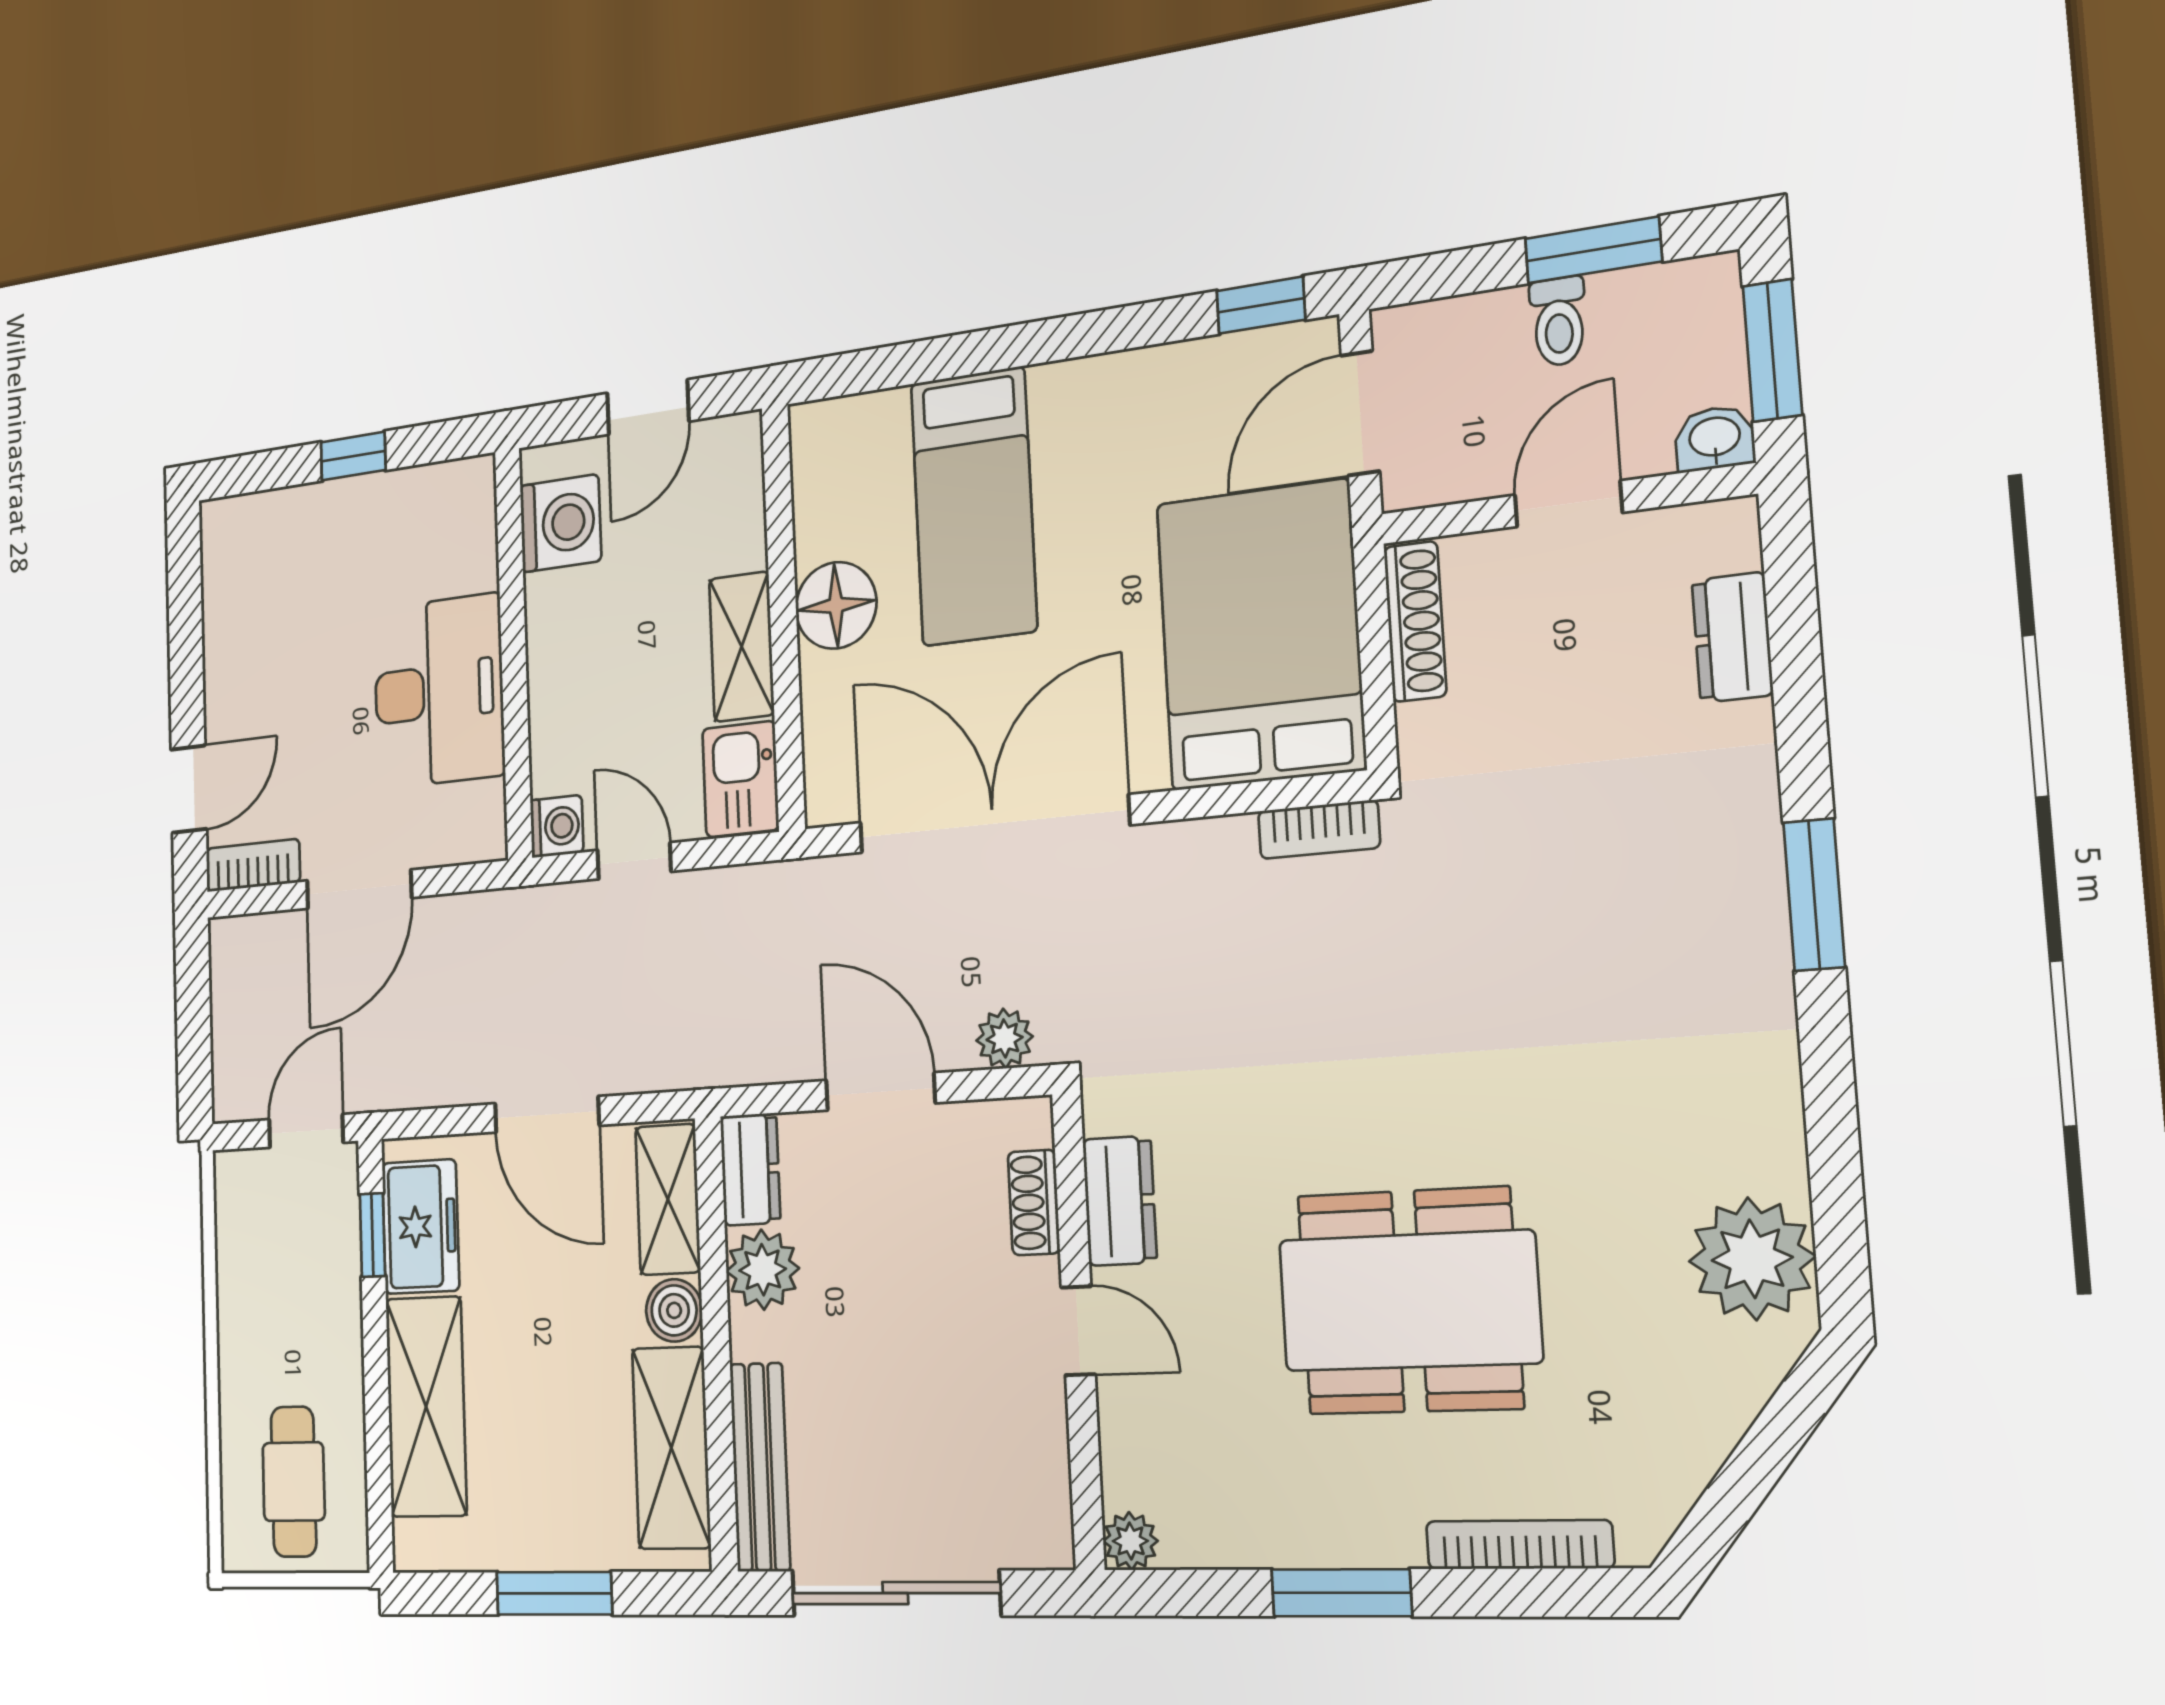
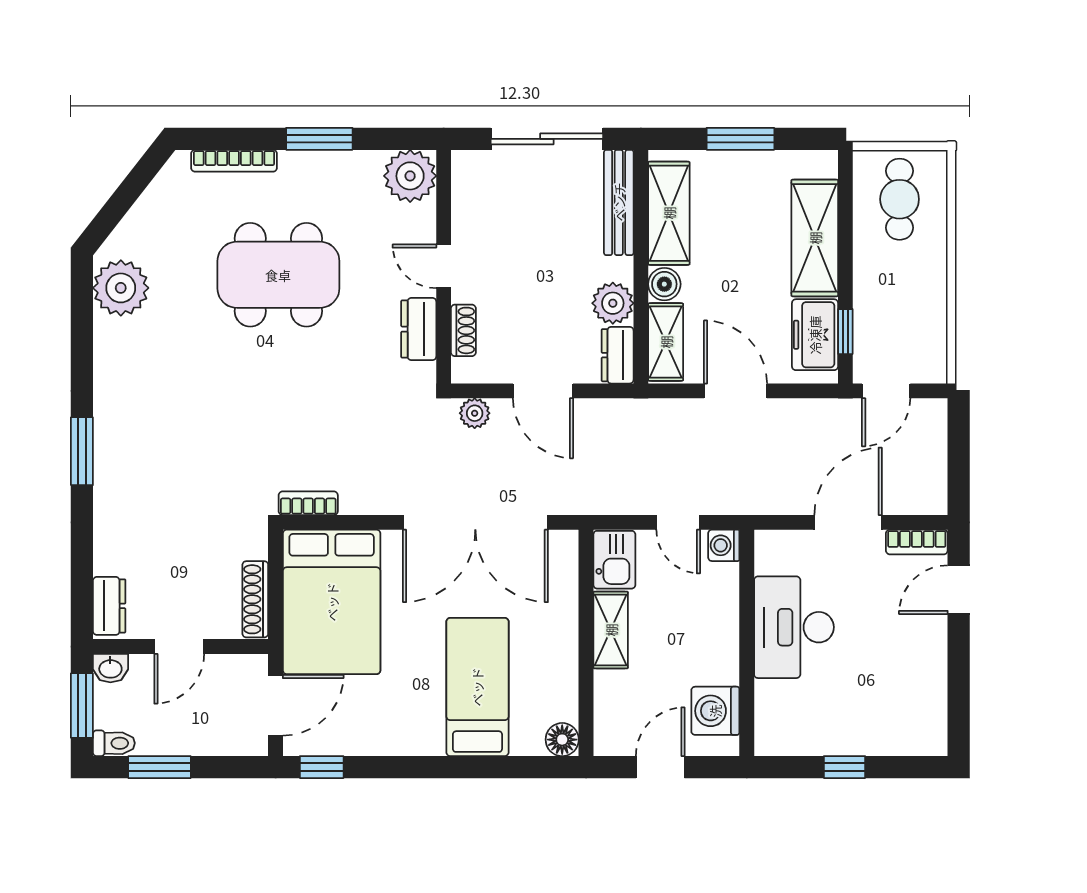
toilet: (1558, 322) -> (114, 743), moved, turned 90
floor lamp: (836, 605) -> (562, 740), moved, width x0.73, depth x0.73
dresser: (1732, 637) -> (109, 606), moved
plant: (1130, 1541) -> (410, 176), width x1.88, depth x1.88

